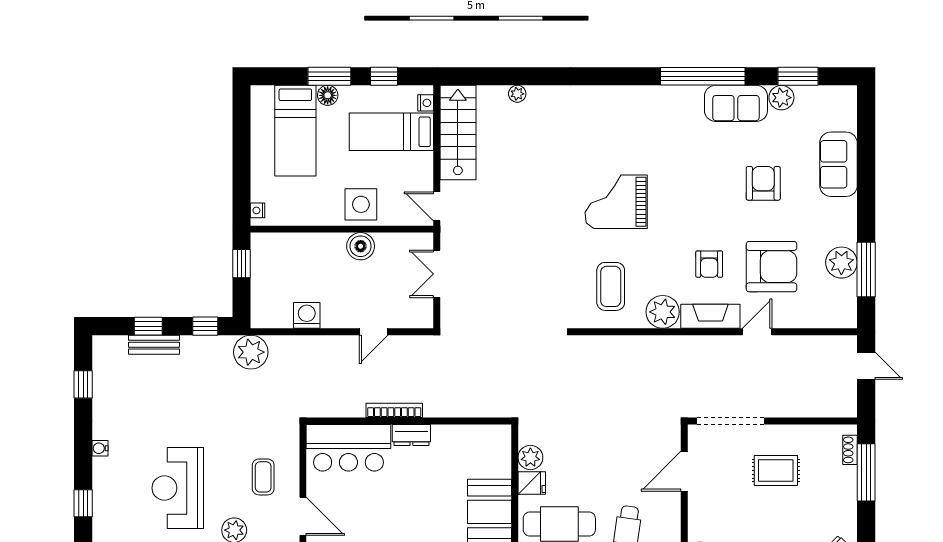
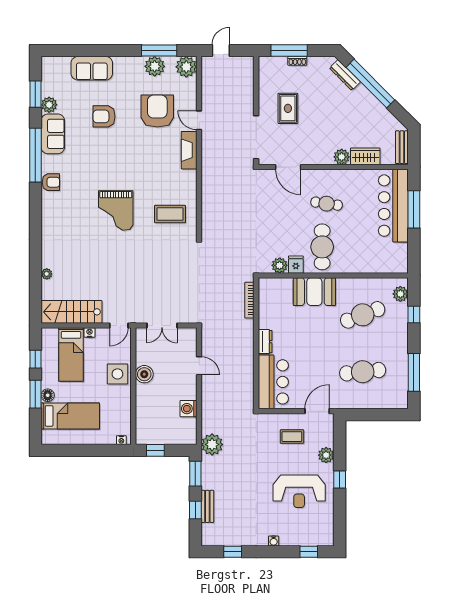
nightstand: (426, 103) -> (90, 333), moved
armchair: (709, 264) -> (51, 182), moved
plant: (663, 312) -> (186, 67), moved
window: (205, 326) -> (195, 474), width x1.50
bookcase: (394, 410) -> (249, 300), moved
shoe rack: (850, 450) -> (297, 61), moved

